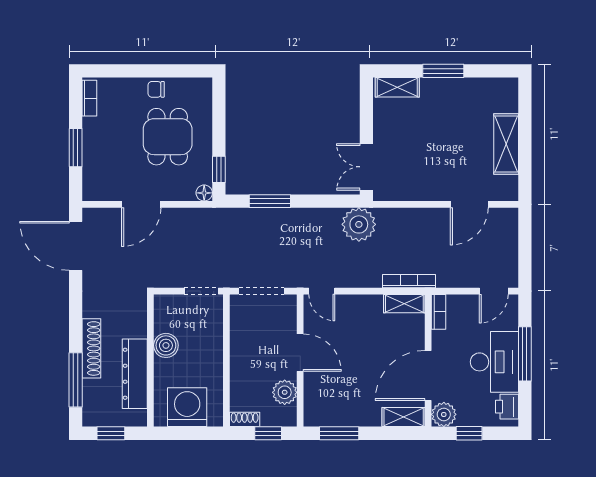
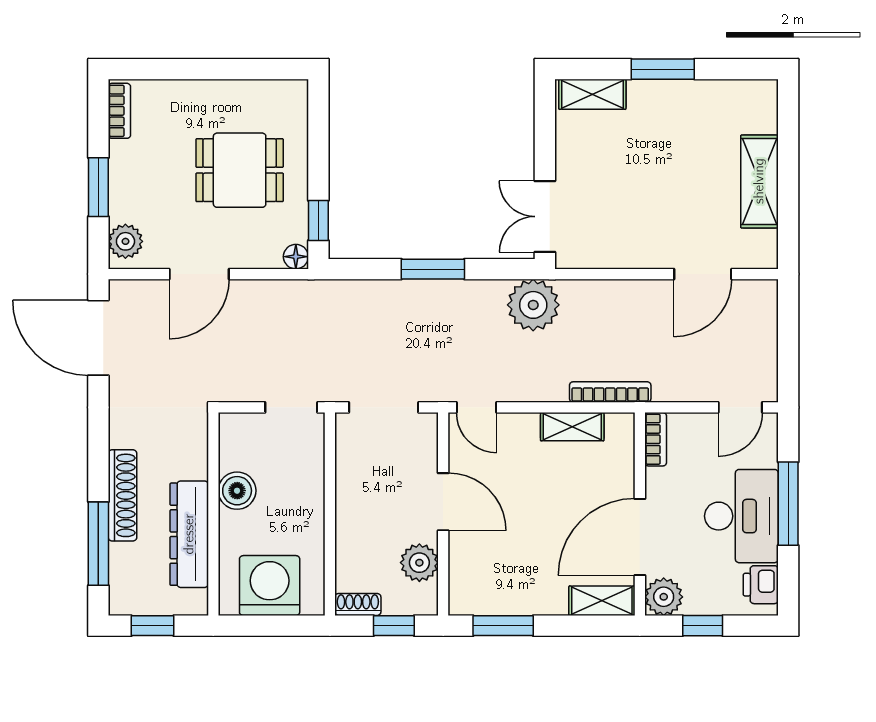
chair: (156, 89) -> (222, 97), removed
dining table: (168, 137) -> (240, 170), turned 90
plant: (93, 183) -> (125, 241), added
window: (270, 201) -> (433, 269), moved
shelving: (404, 304) -> (572, 427), moved

